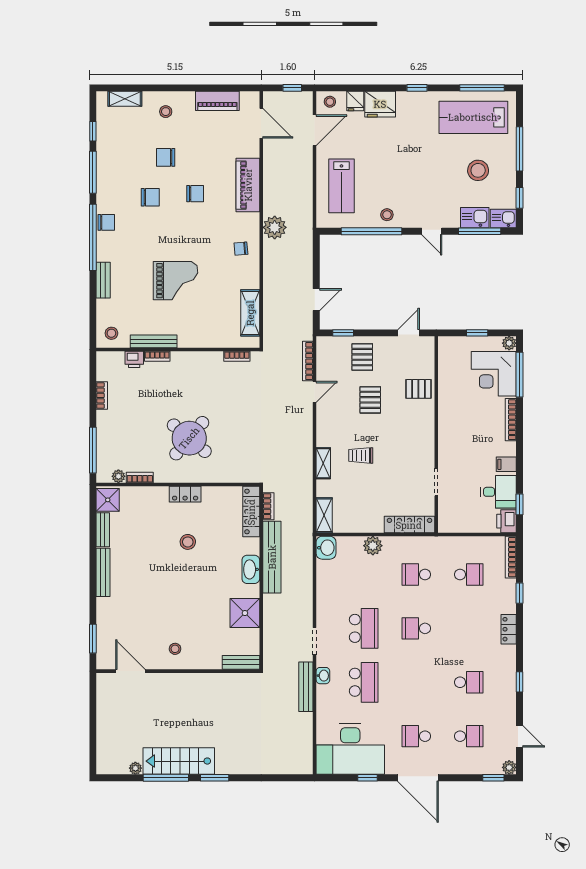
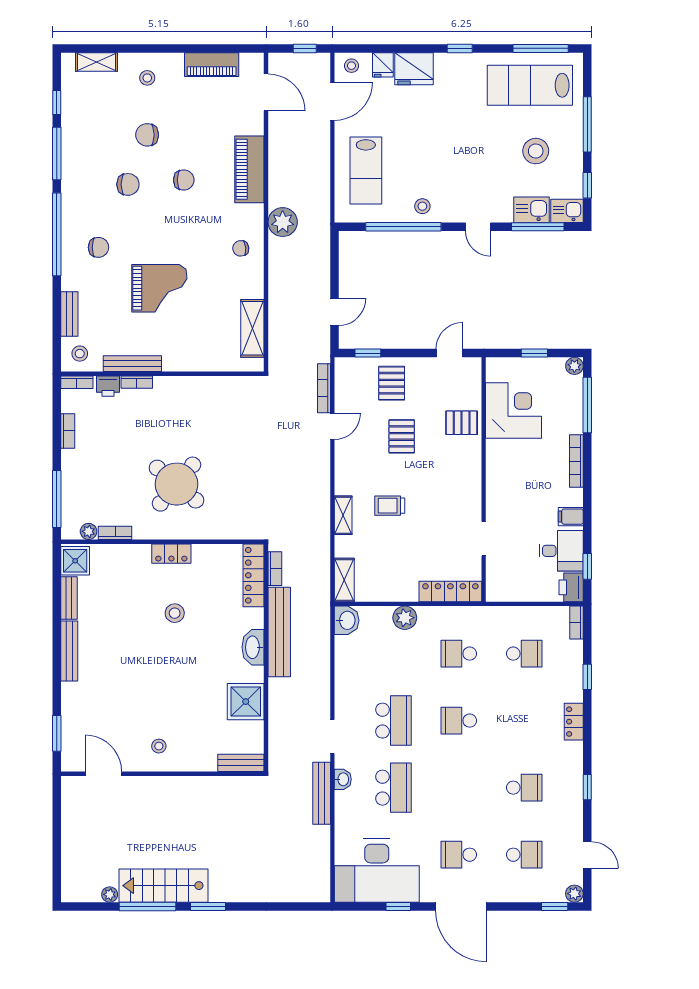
chair: (106, 222) -> (98, 247), moved
bench: (103, 280) -> (69, 314), moved
bookcase: (237, 356) -> (77, 382), moved
corner desk: (494, 374) -> (514, 410), moved, turned 180
bookcase: (511, 557) -> (576, 623), width x0.64

